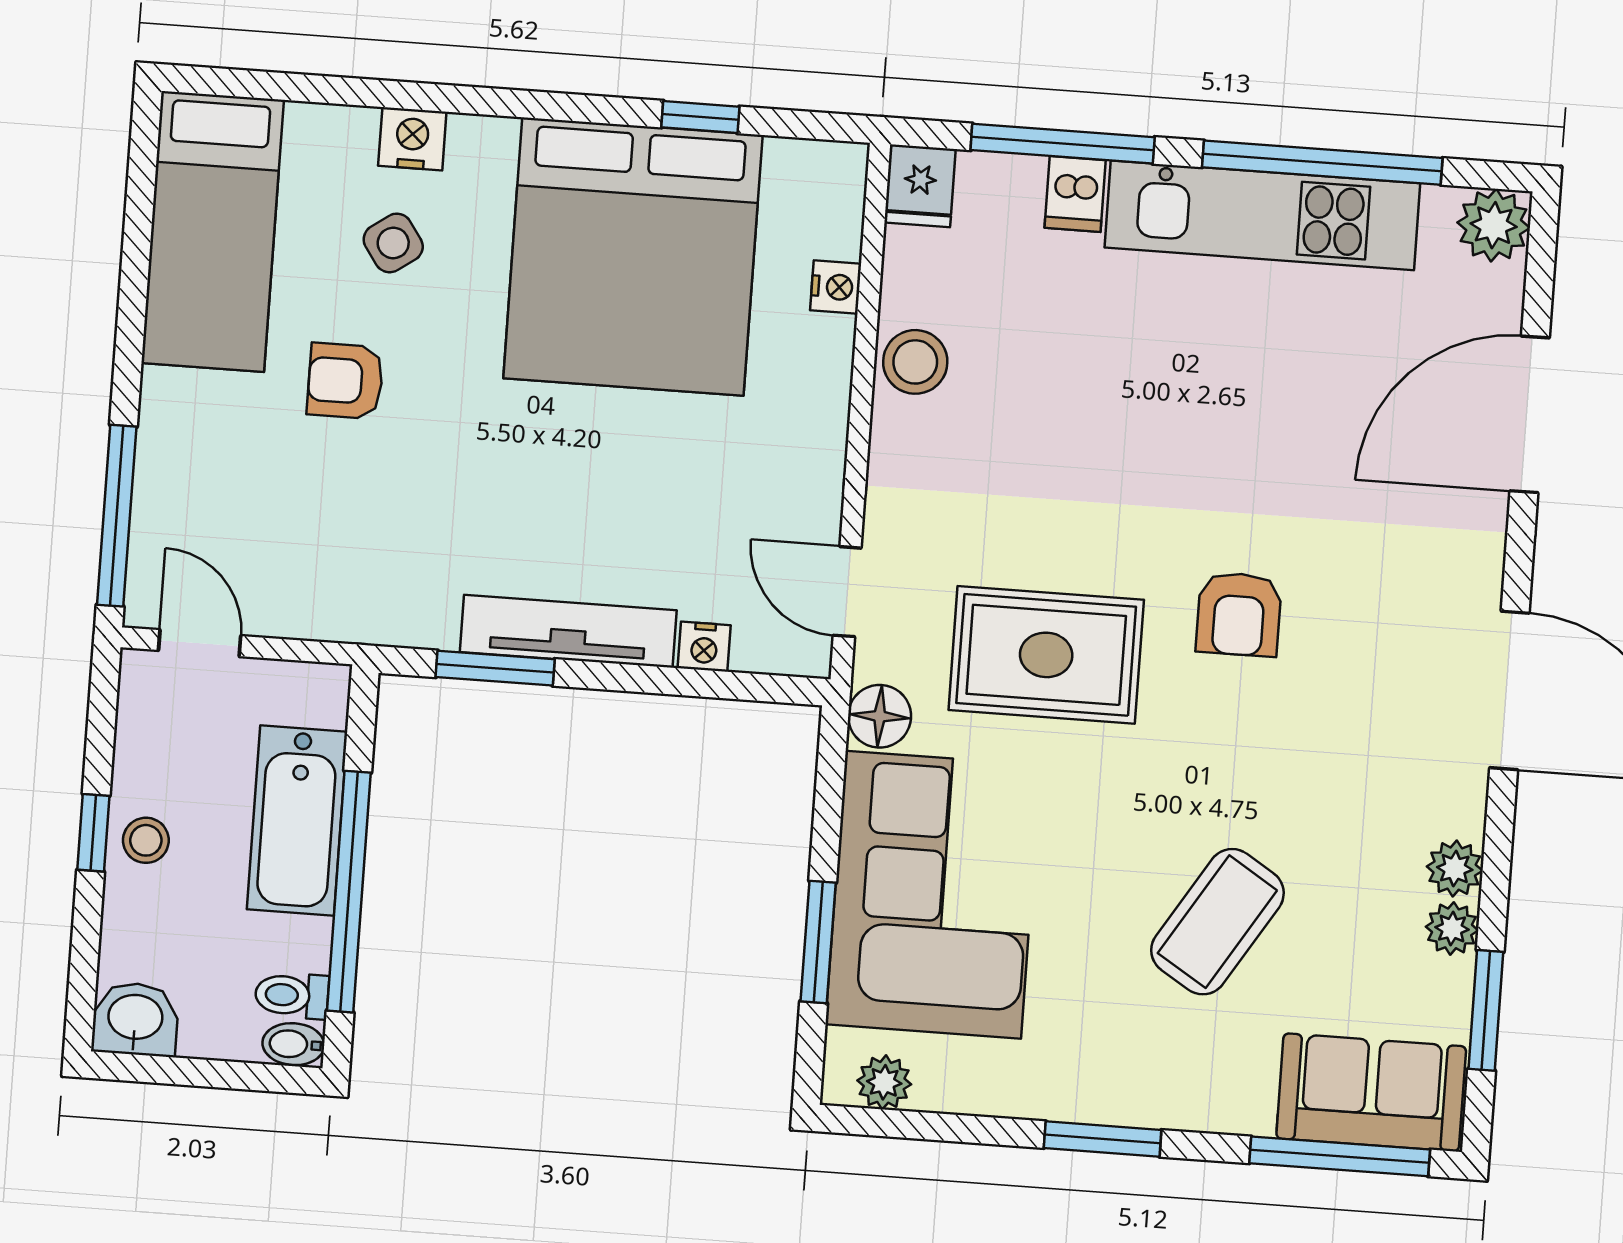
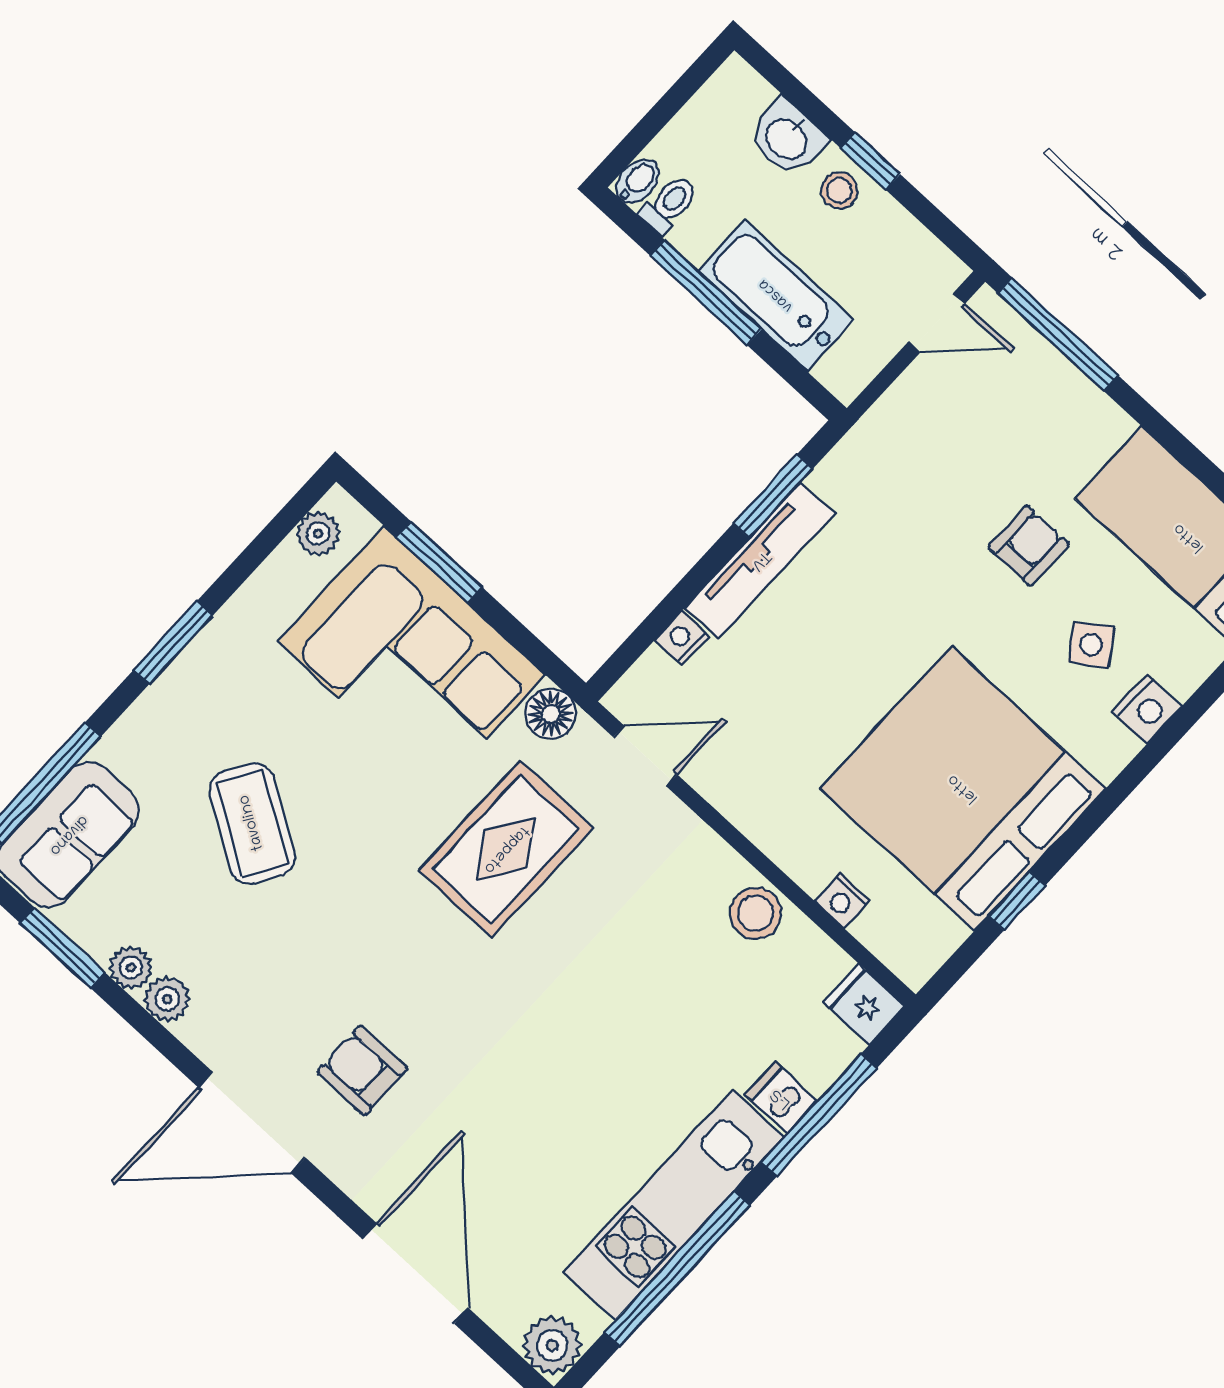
armchair: (1239, 614) -> (362, 1070), moved
window: (349, 892) -> (706, 292), width x0.68
washbasin: (135, 1019) -> (787, 138), moved, turned 90

